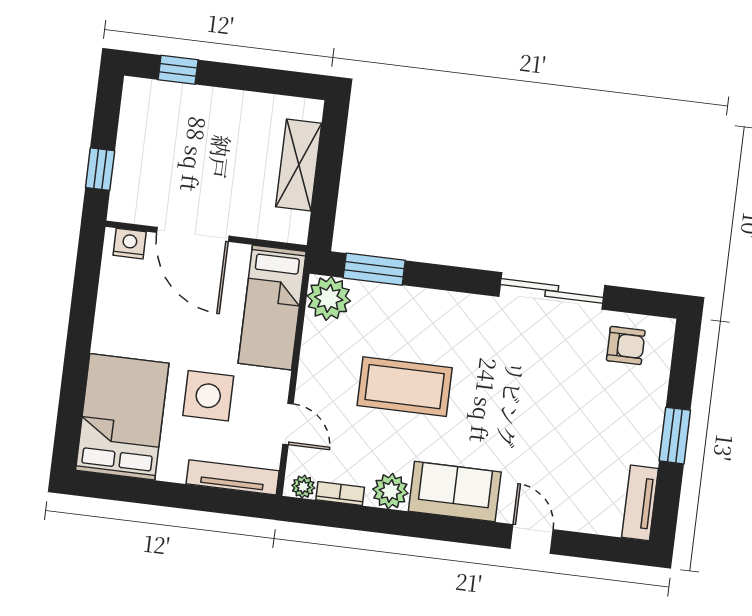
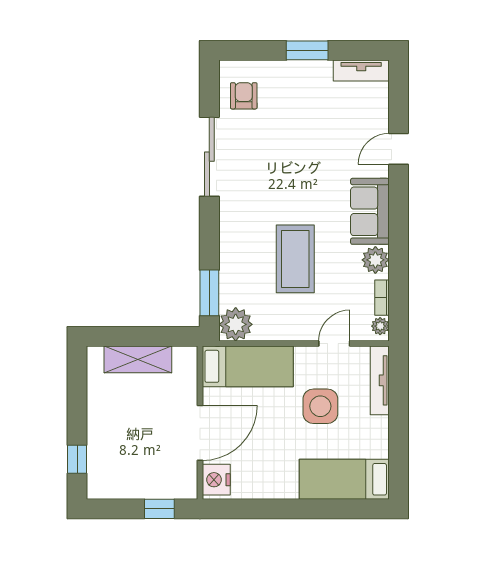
nightstand: (130, 244) -> (216, 480), width x1.36, depth x1.33
bed: (122, 417) -> (344, 479), width x0.67

